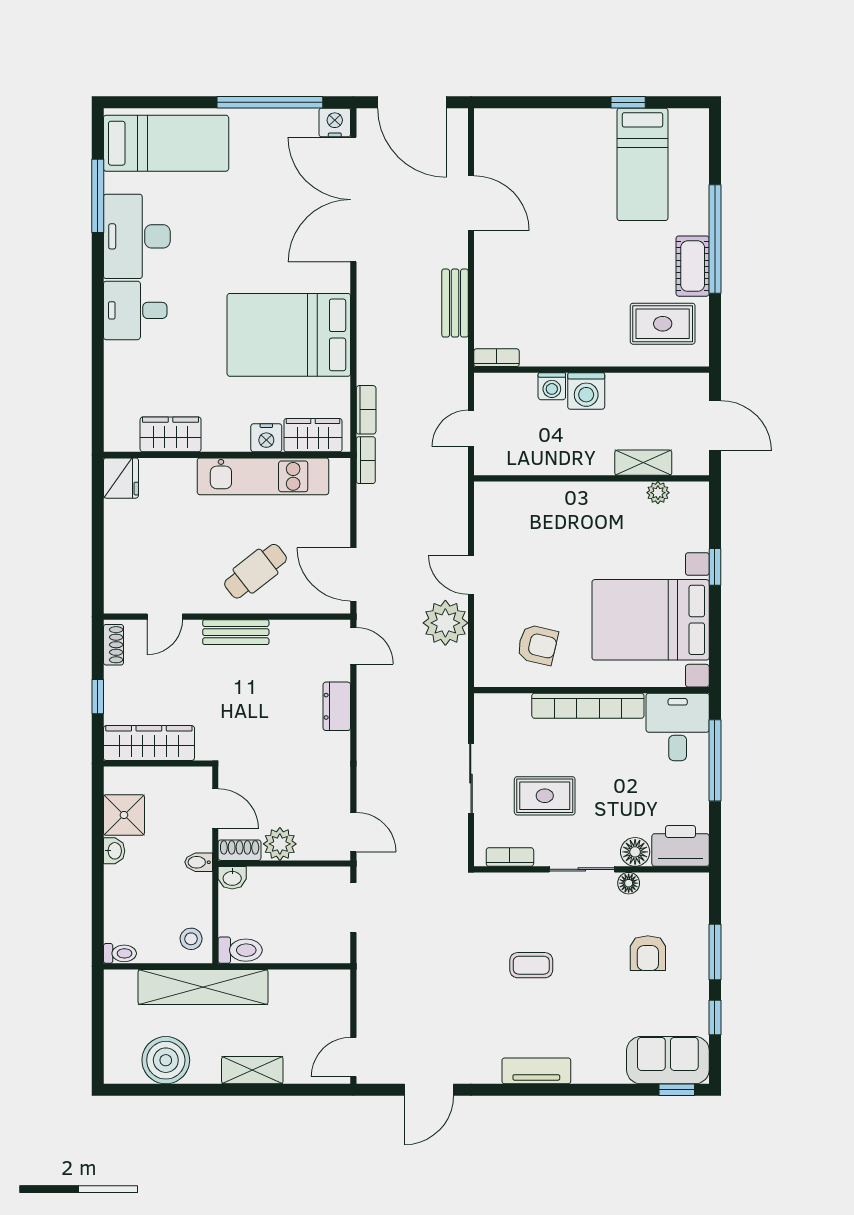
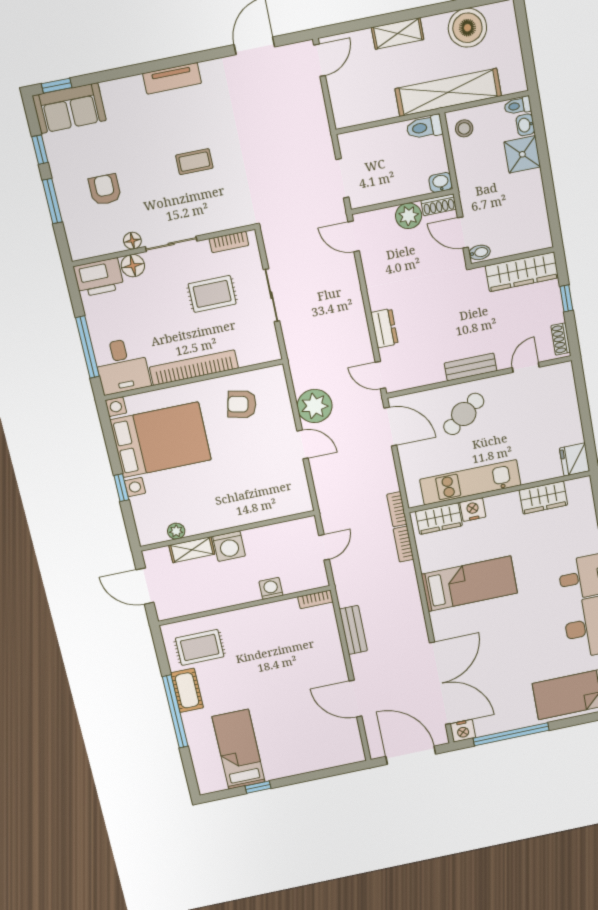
bed: (289, 335) -> (469, 584), width x0.67
washing machine: (586, 391) -> (229, 546), moved, turned 180
shower: (124, 815) -> (522, 154), moved
washbasin: (114, 851) -> (525, 125), moved
bidet: (199, 862) -> (480, 252), moved

